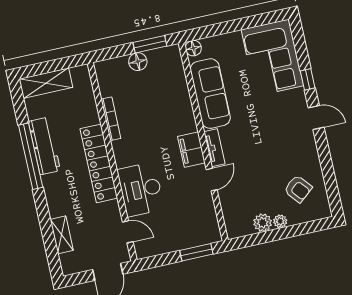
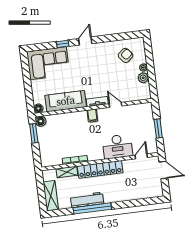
floor lamp: (138, 62) -> (41, 121), moved
filing cabinet: (191, 150) -> (92, 116), width x0.50
shelving: (62, 235) -> (67, 172), moved
window: (196, 252) -> (158, 129), moved

